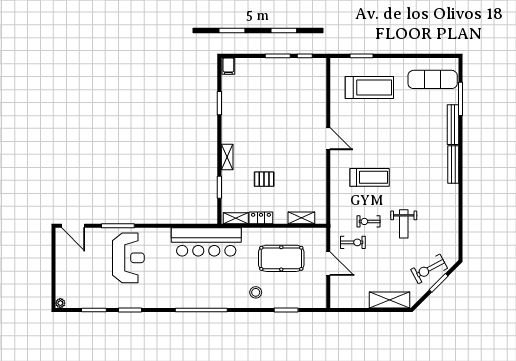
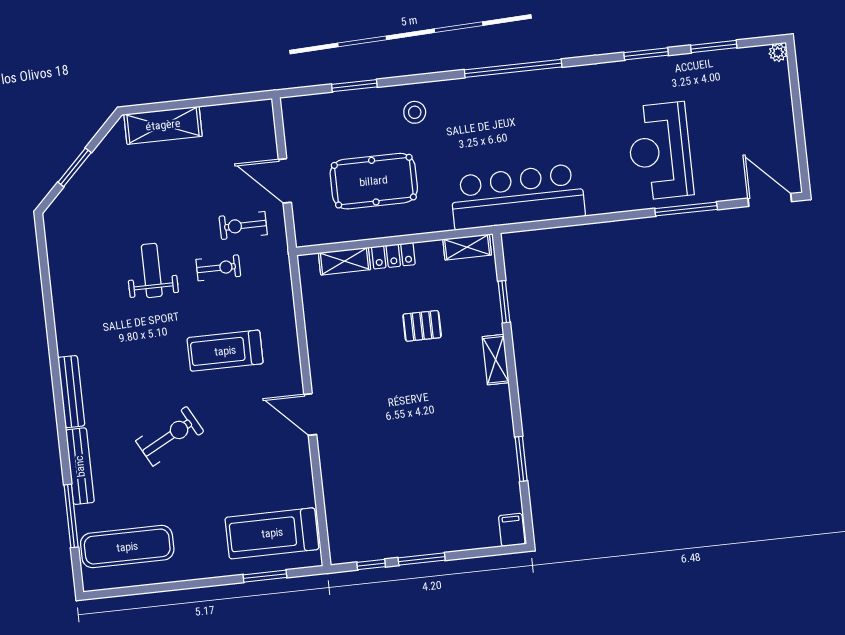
treadmill: (369, 88) -> (272, 533), moved
locker: (261, 218) -> (393, 256), moved
exercise bike: (429, 269) -> (170, 436), moved

